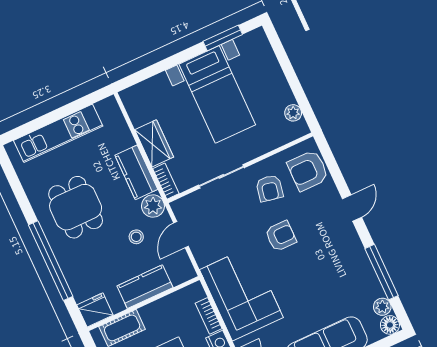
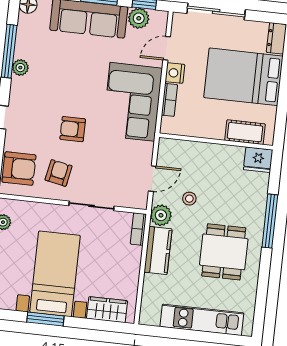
window: (223, 38) -> (45, 319), moved
wardrobe: (154, 143) -> (107, 310), moved, turned 90
window: (51, 261) -> (270, 221), width x0.68
kitchen counter: (145, 287) -> (207, 154), removed
plant: (382, 307) -> (20, 68), moved

